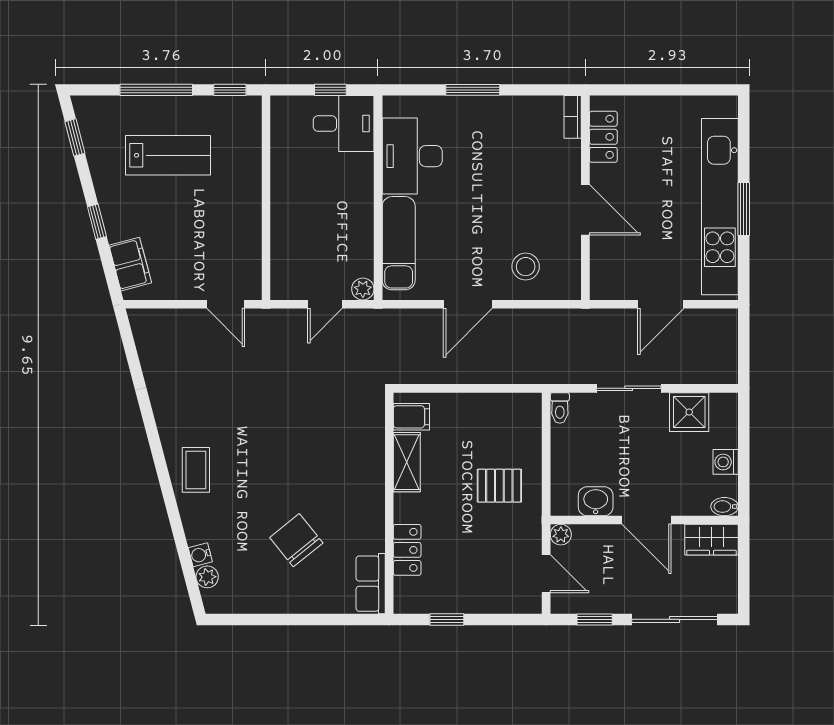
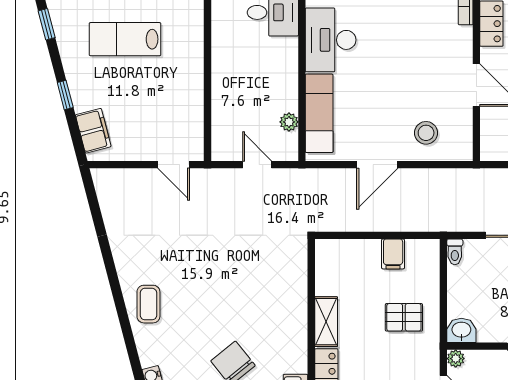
lab bench: (168, 155) -> (125, 39), turned 180
plant: (363, 289) -> (289, 122), moved
door: (325, 304) -> (257, 165), swing flipped
filing cabinet: (411, 417) -> (393, 254), moved, turned 90
shelving: (407, 462) -> (326, 322), moved
washbasin: (596, 501) -> (461, 330), moved

